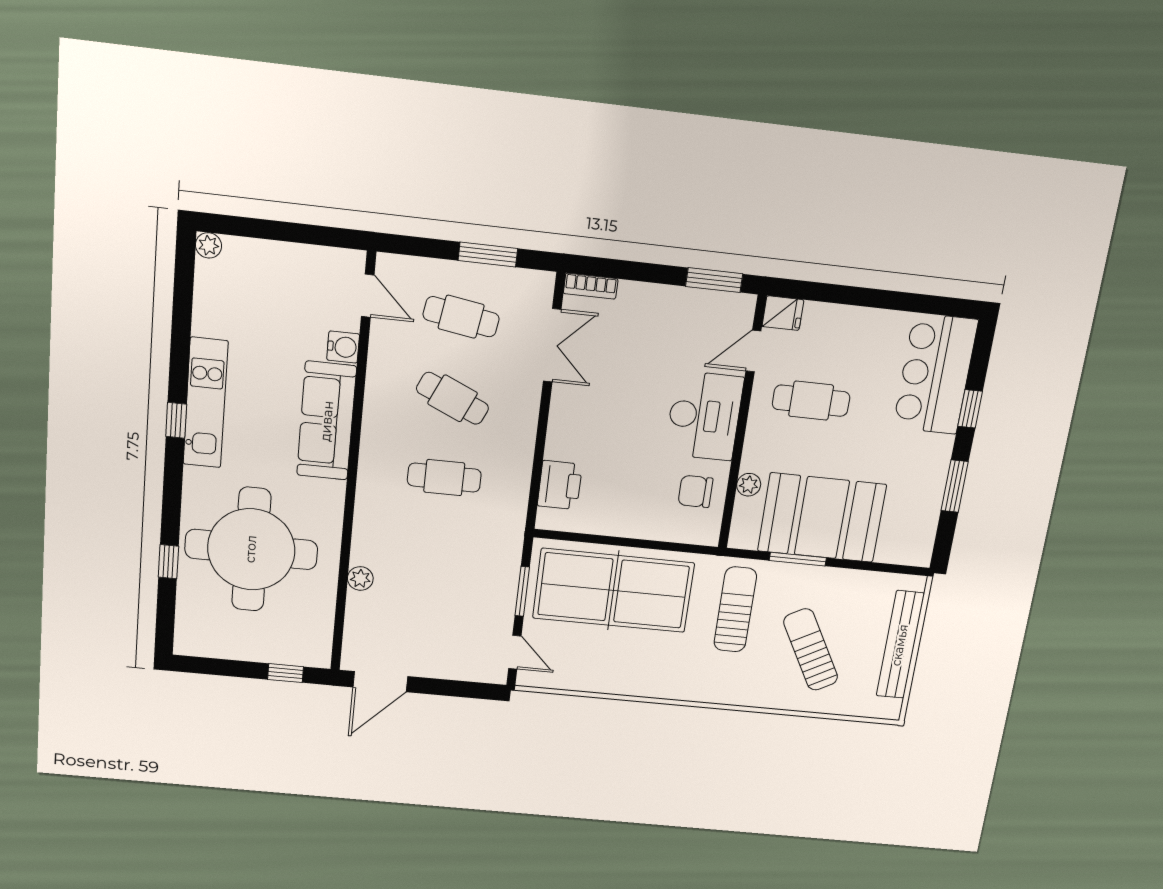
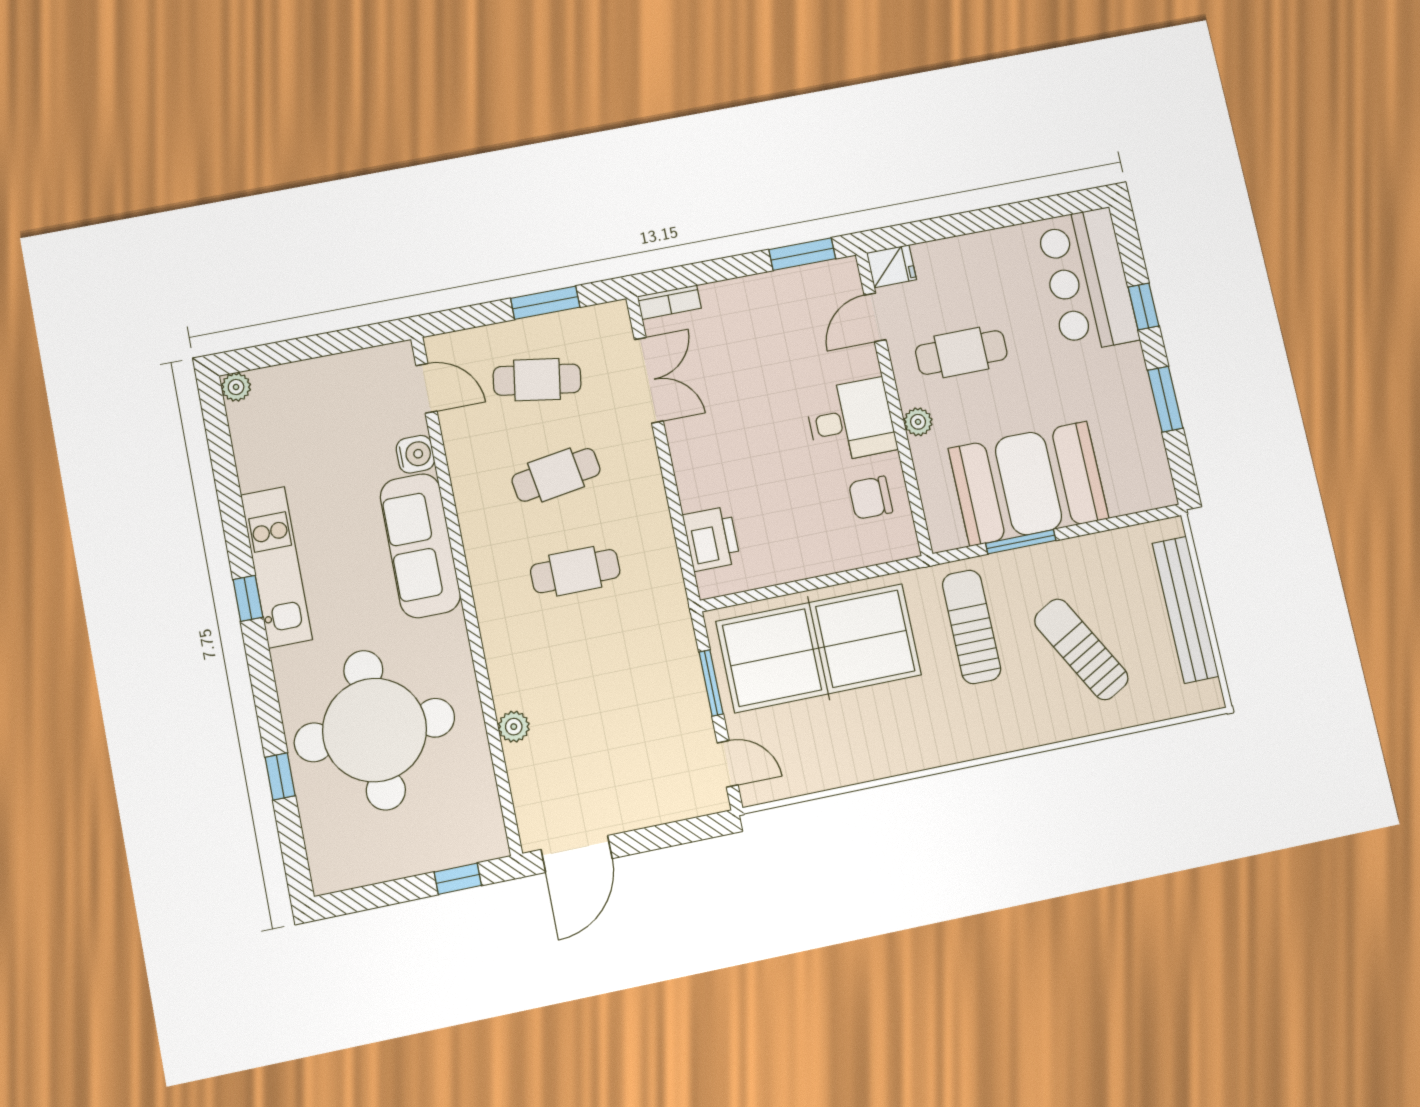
cafe table: (453, 398) -> (556, 475), turned -33
desk: (704, 416) -> (851, 421), width x0.73
plant: (749, 485) -> (918, 422), moved

